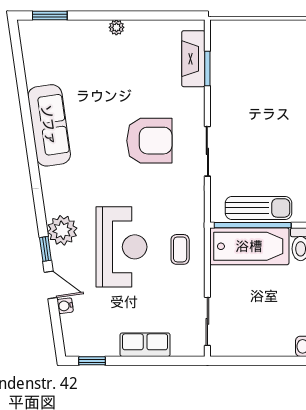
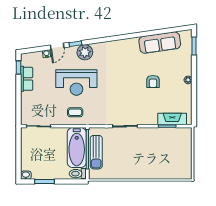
sofa: (49, 125) -> (160, 43), moved
armchair: (149, 141) -> (153, 82), moved, width x0.53, depth x0.53
row of seats: (145, 345) -> (27, 79), moved

